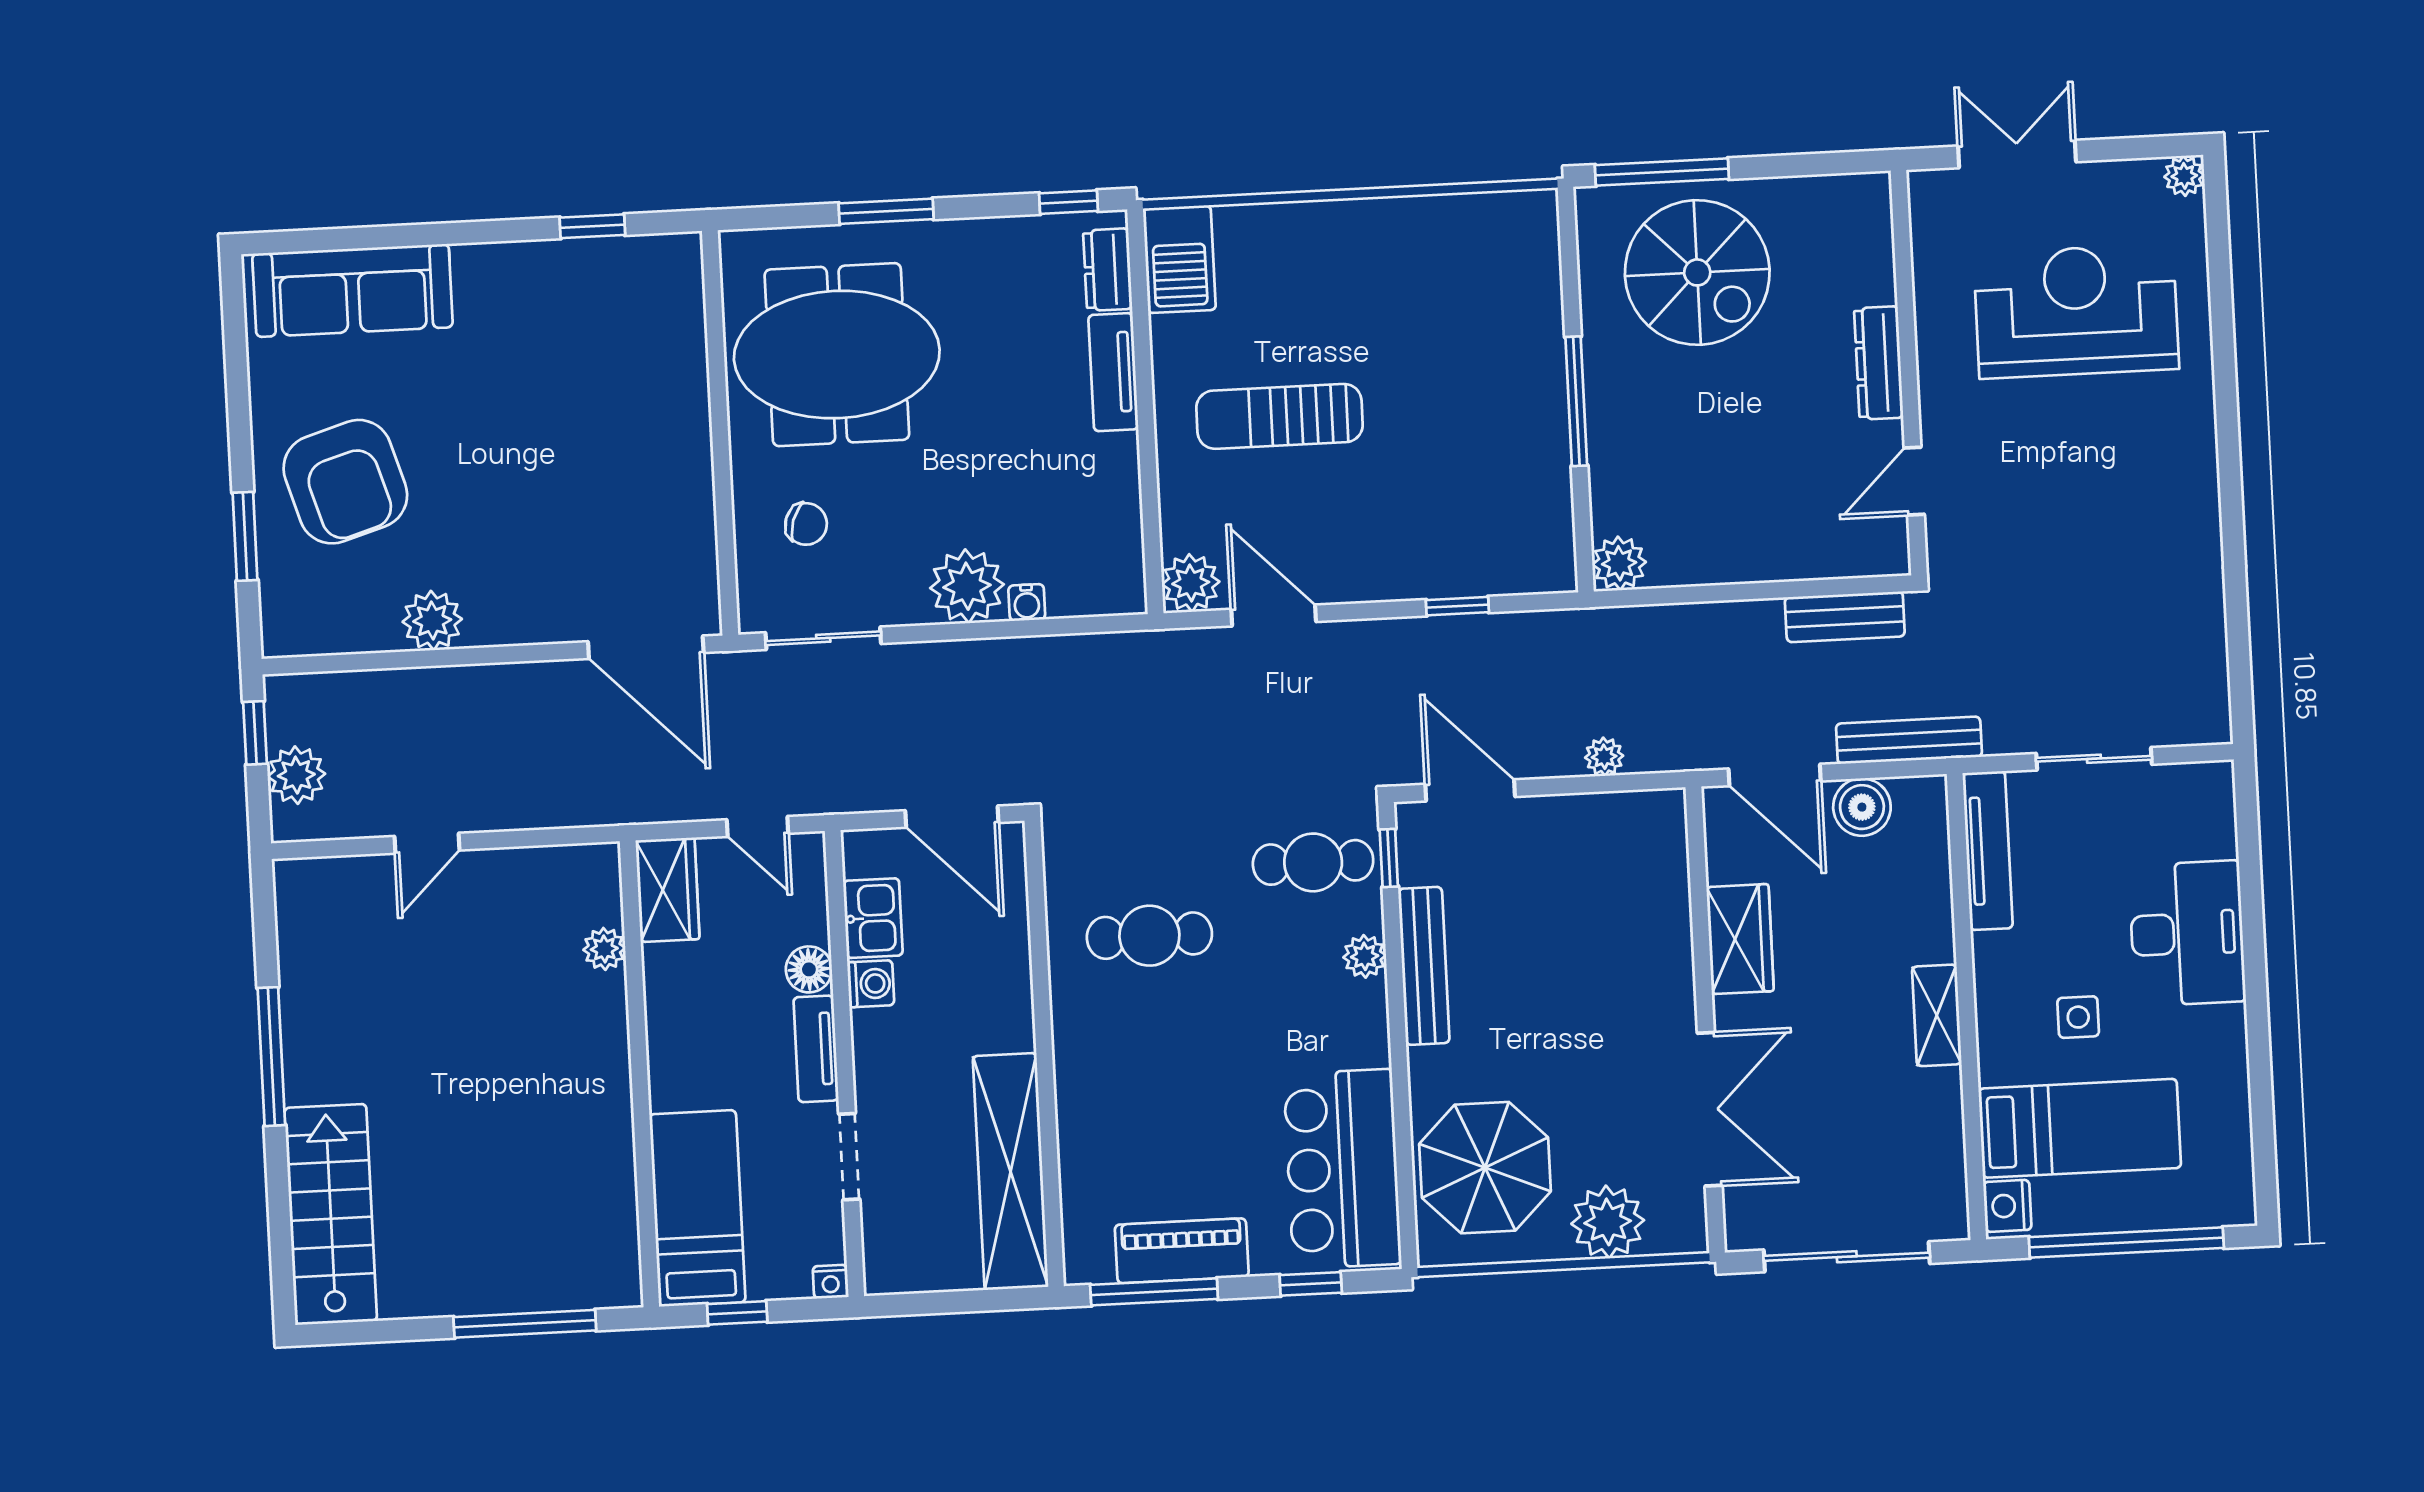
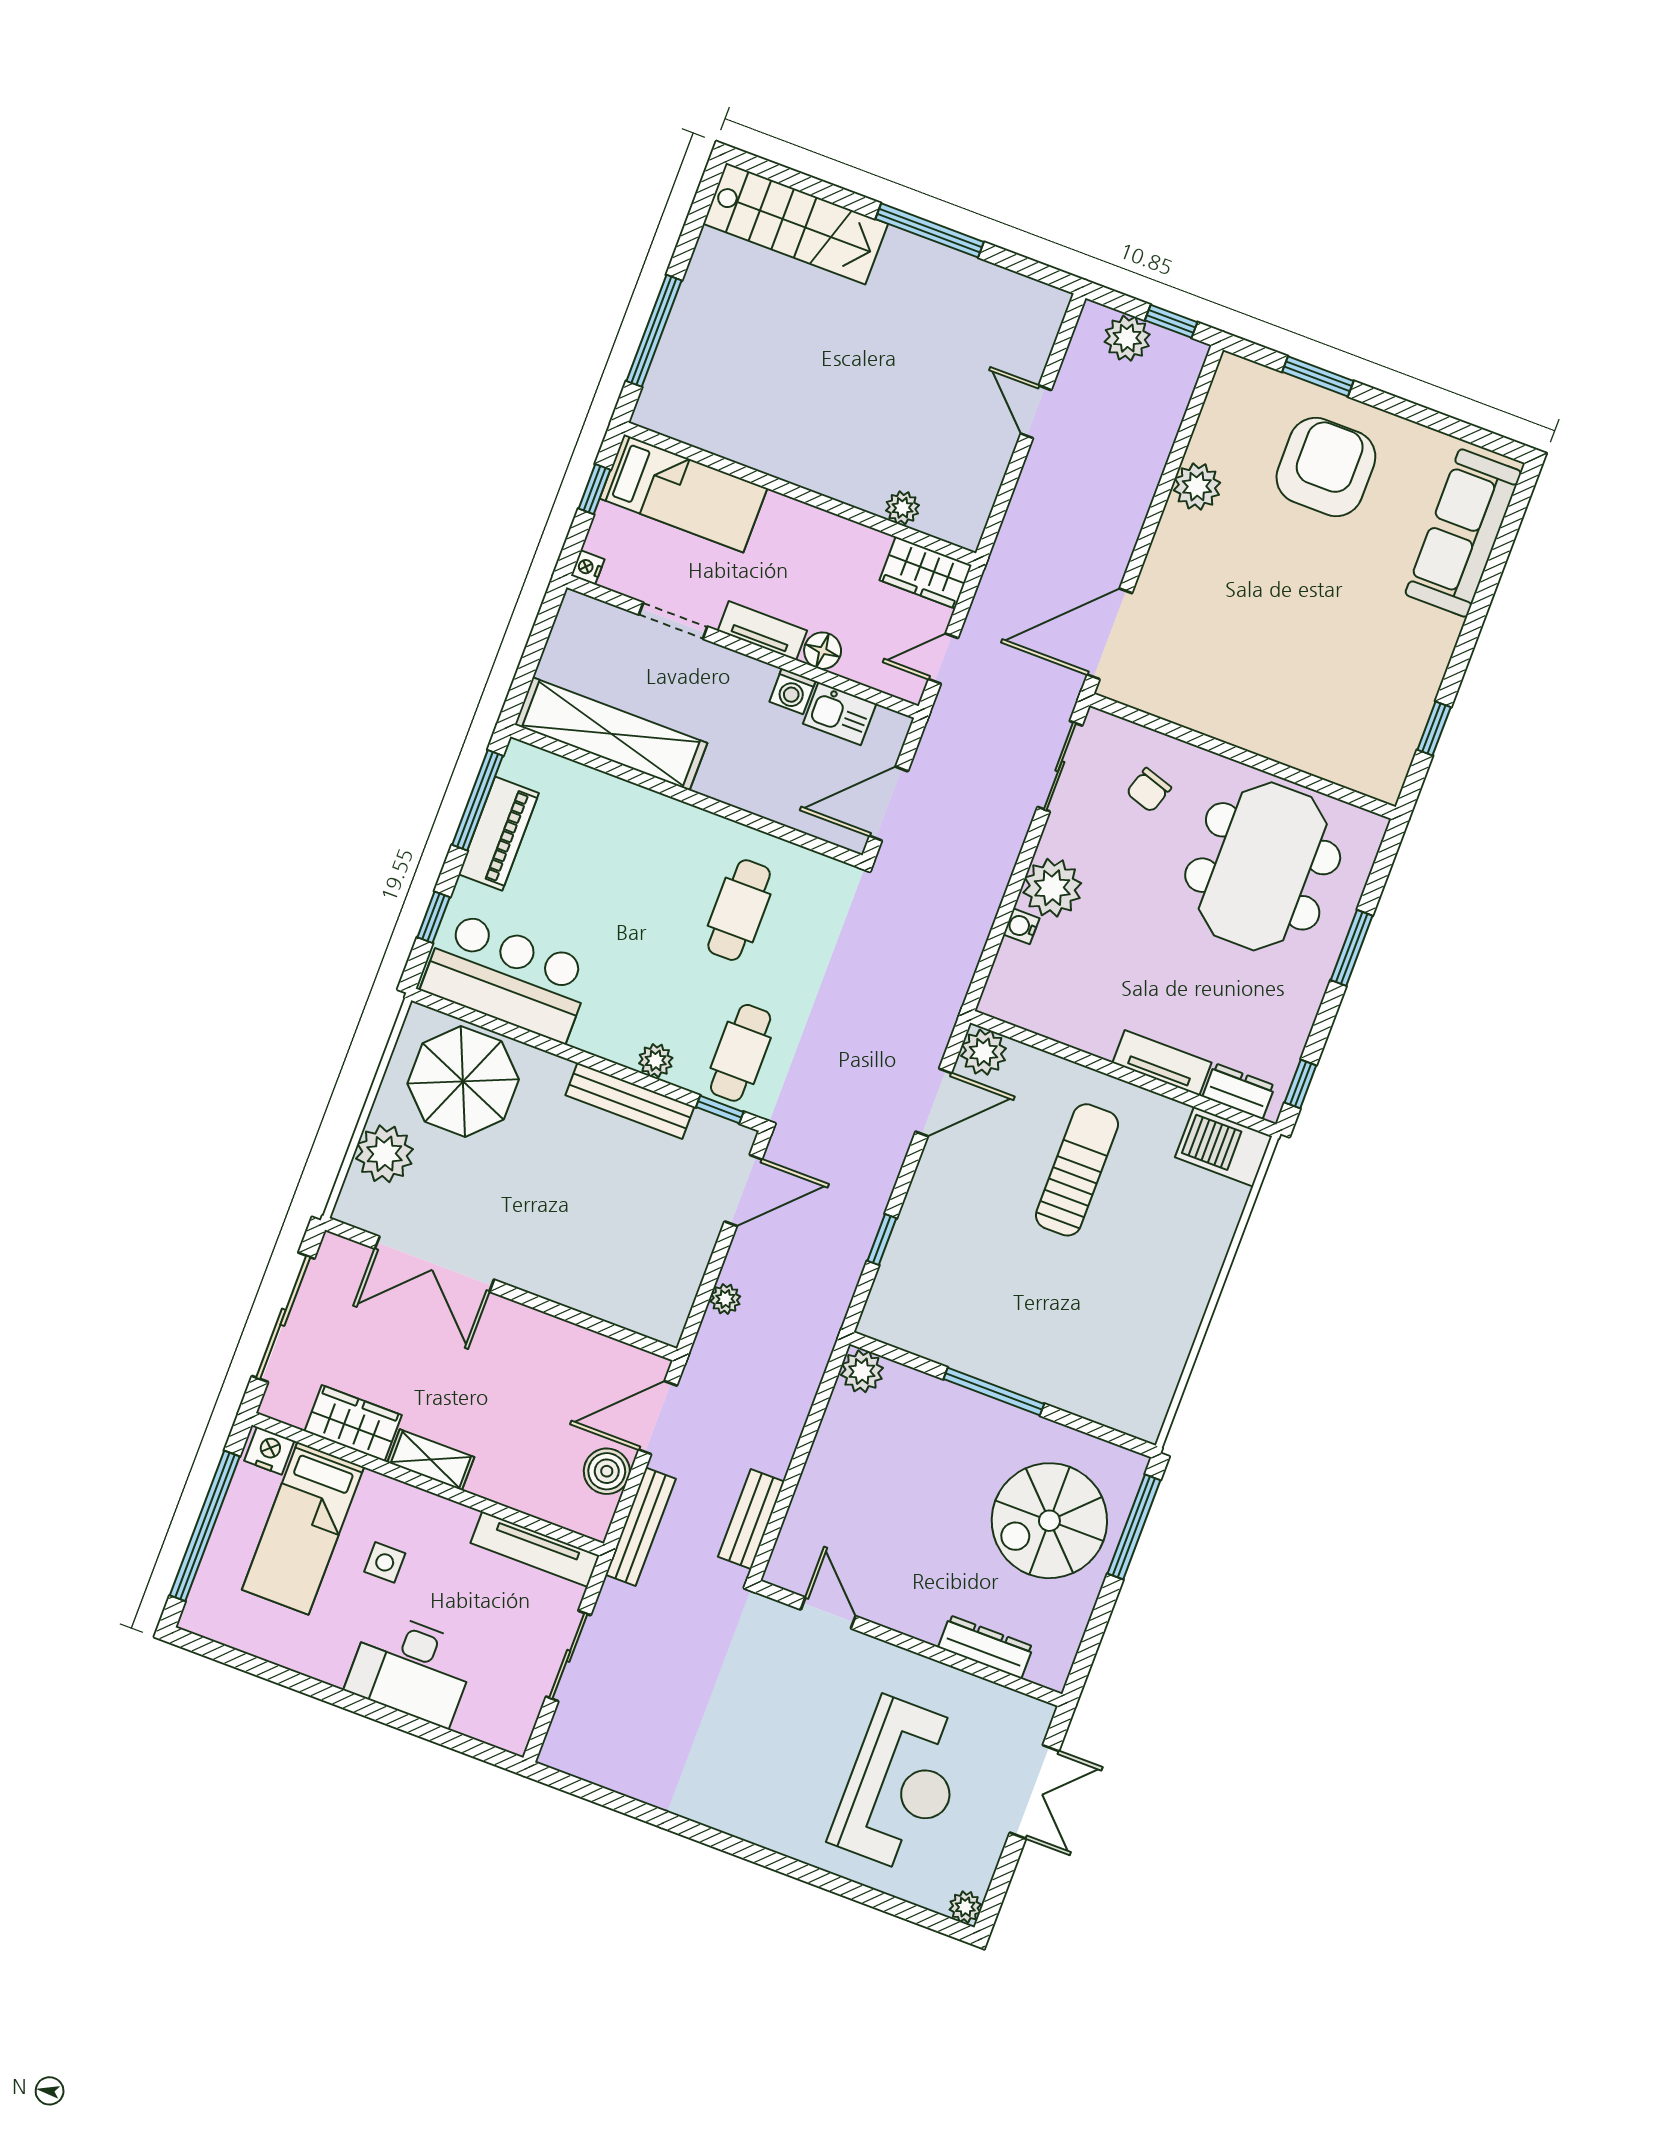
dresser: (1879, 363) -> (986, 1647), moved
armchair: (345, 482) -> (1326, 467), turned 107
wardrobe: (1740, 939) -> (353, 1423), moved, turned 180

